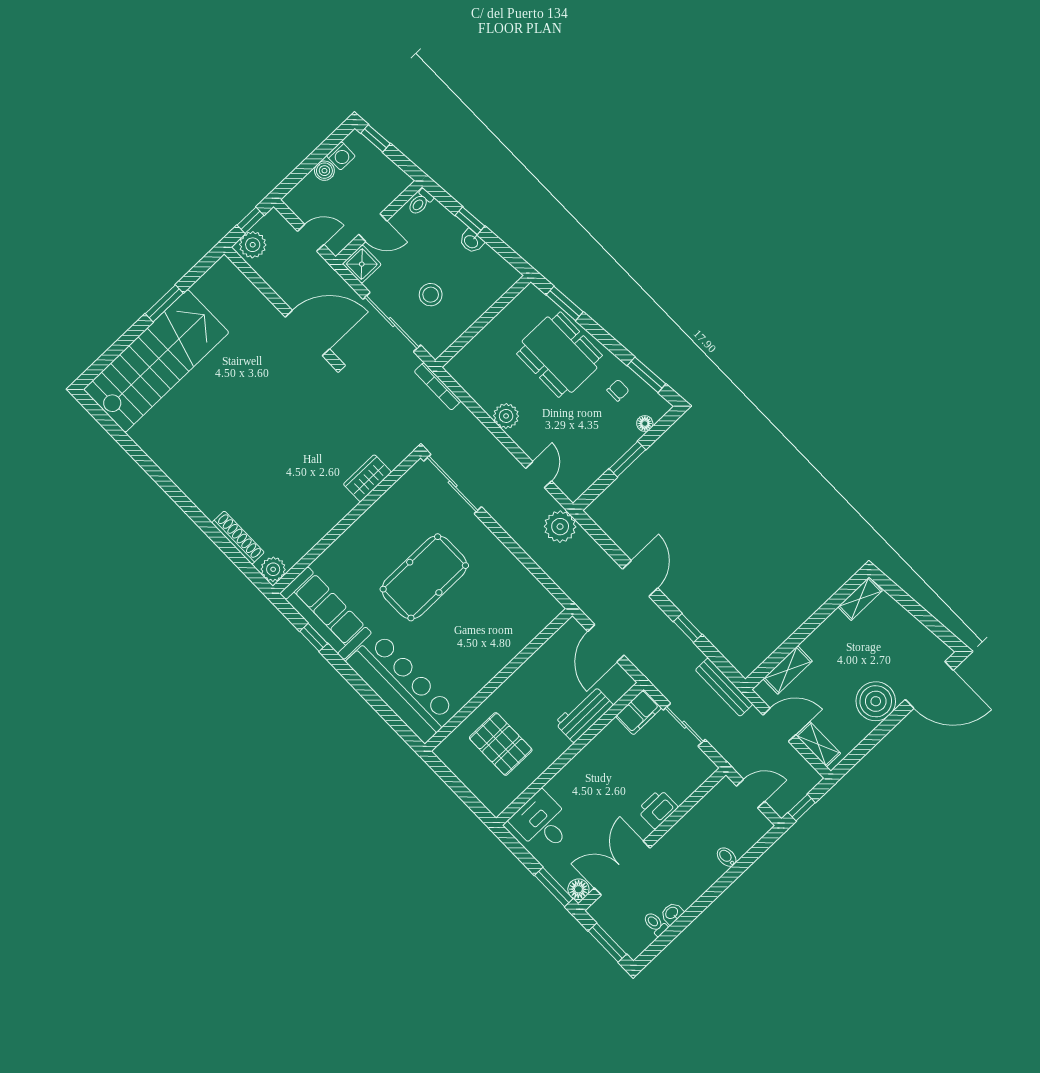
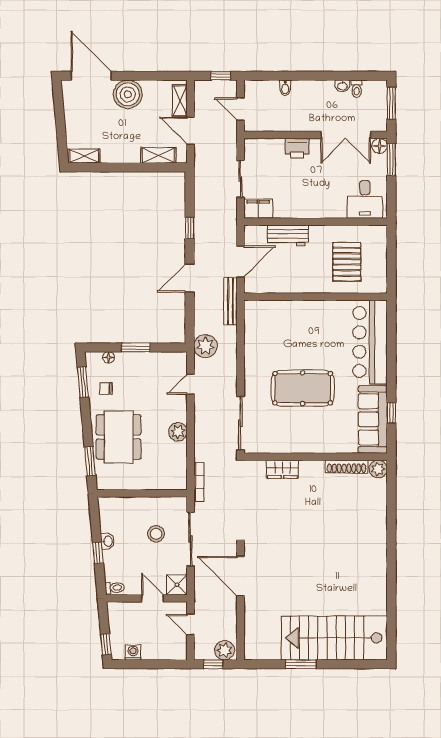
boiler: (324, 171) -> (149, 653), removed
shoe rack: (238, 538) -> (347, 467), moved, turned -90
bench: (724, 687) -> (230, 301), moved

